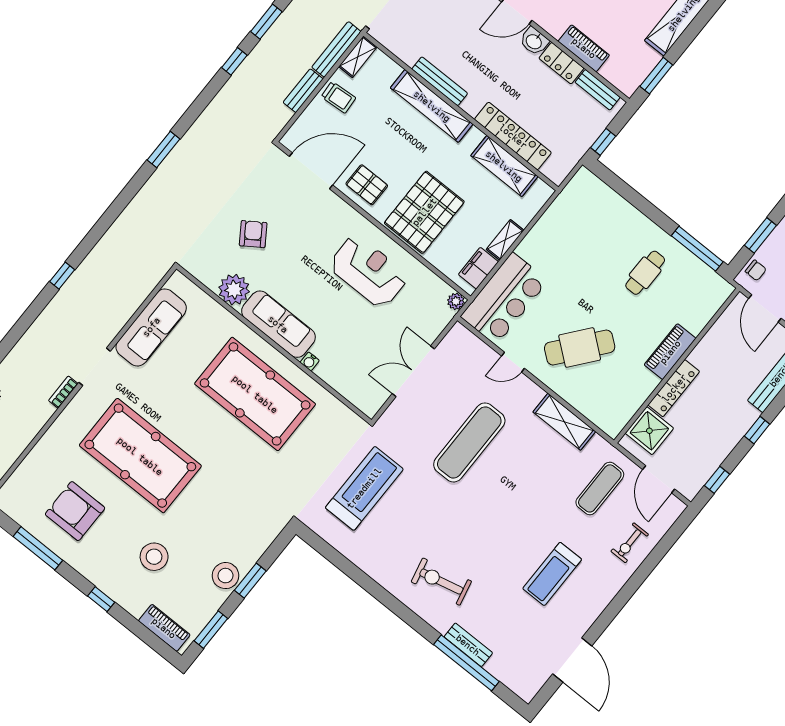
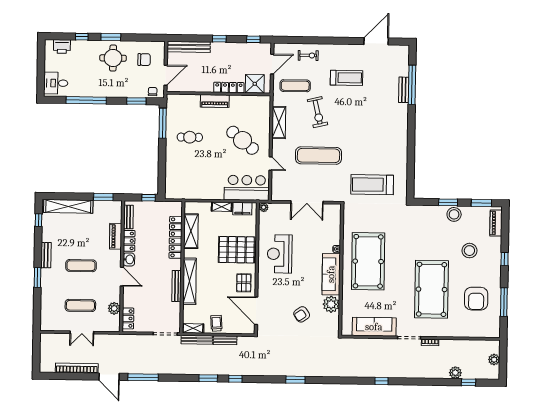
exercise bike: (441, 582) -> (318, 112), moved

